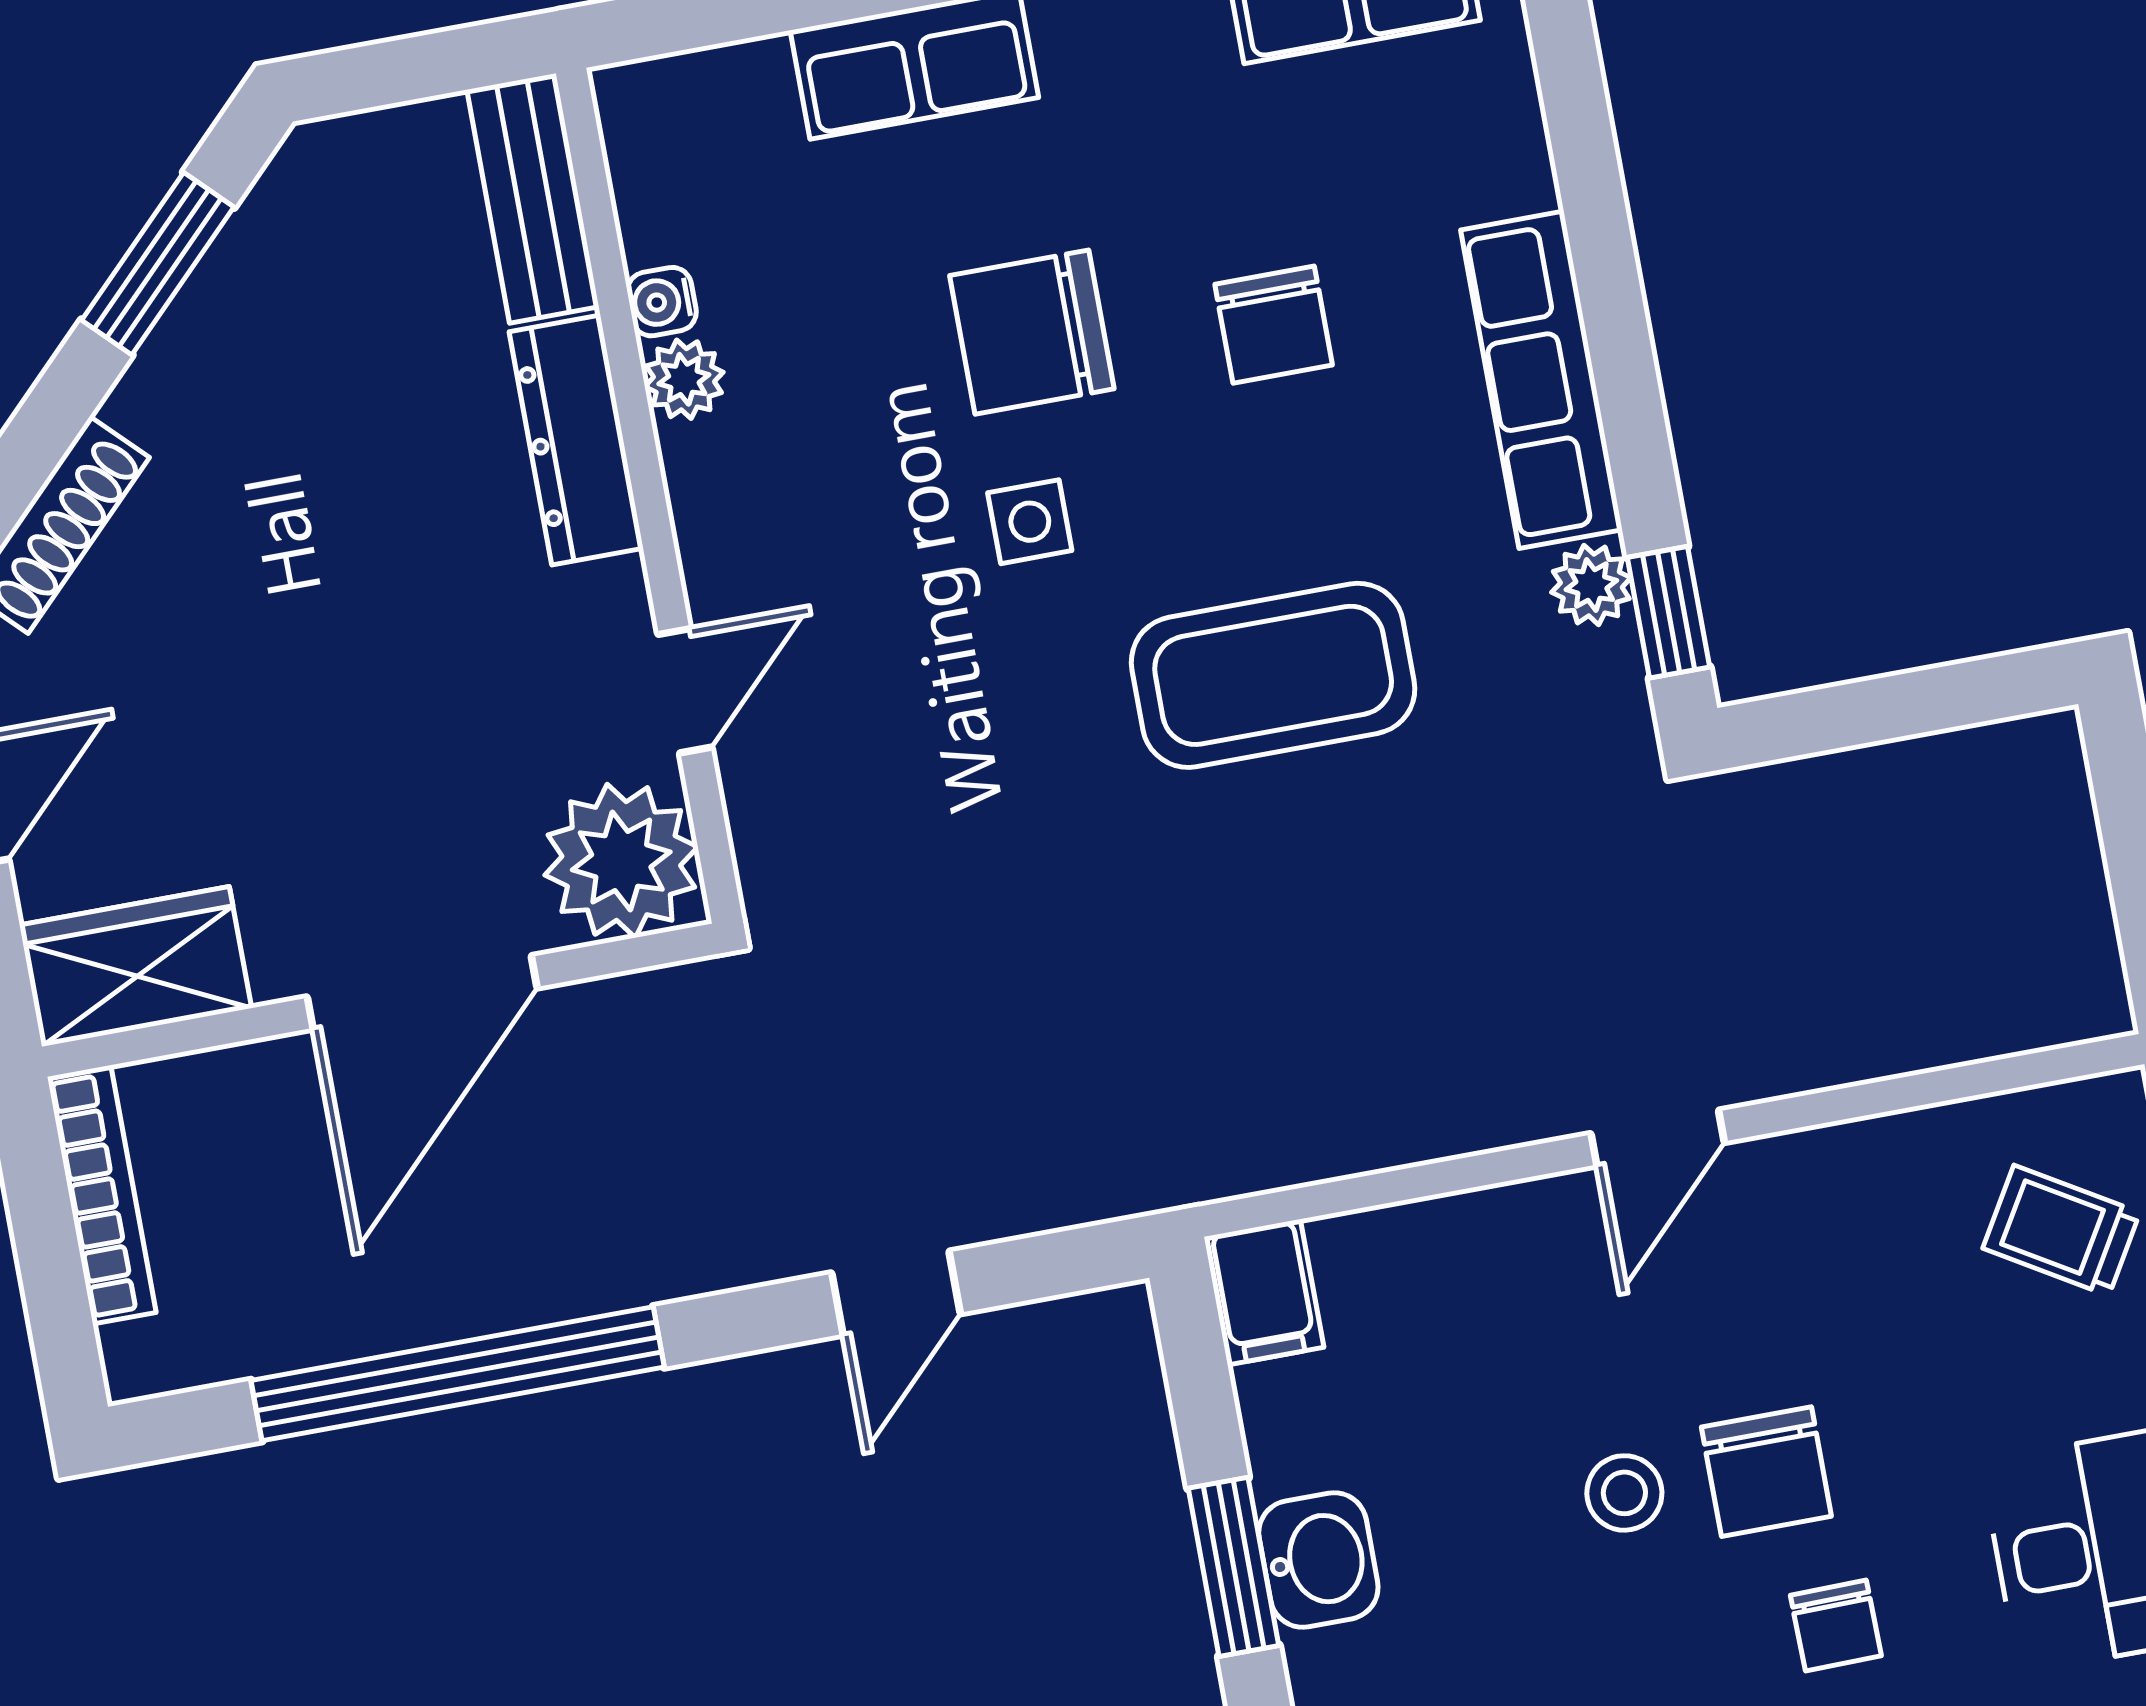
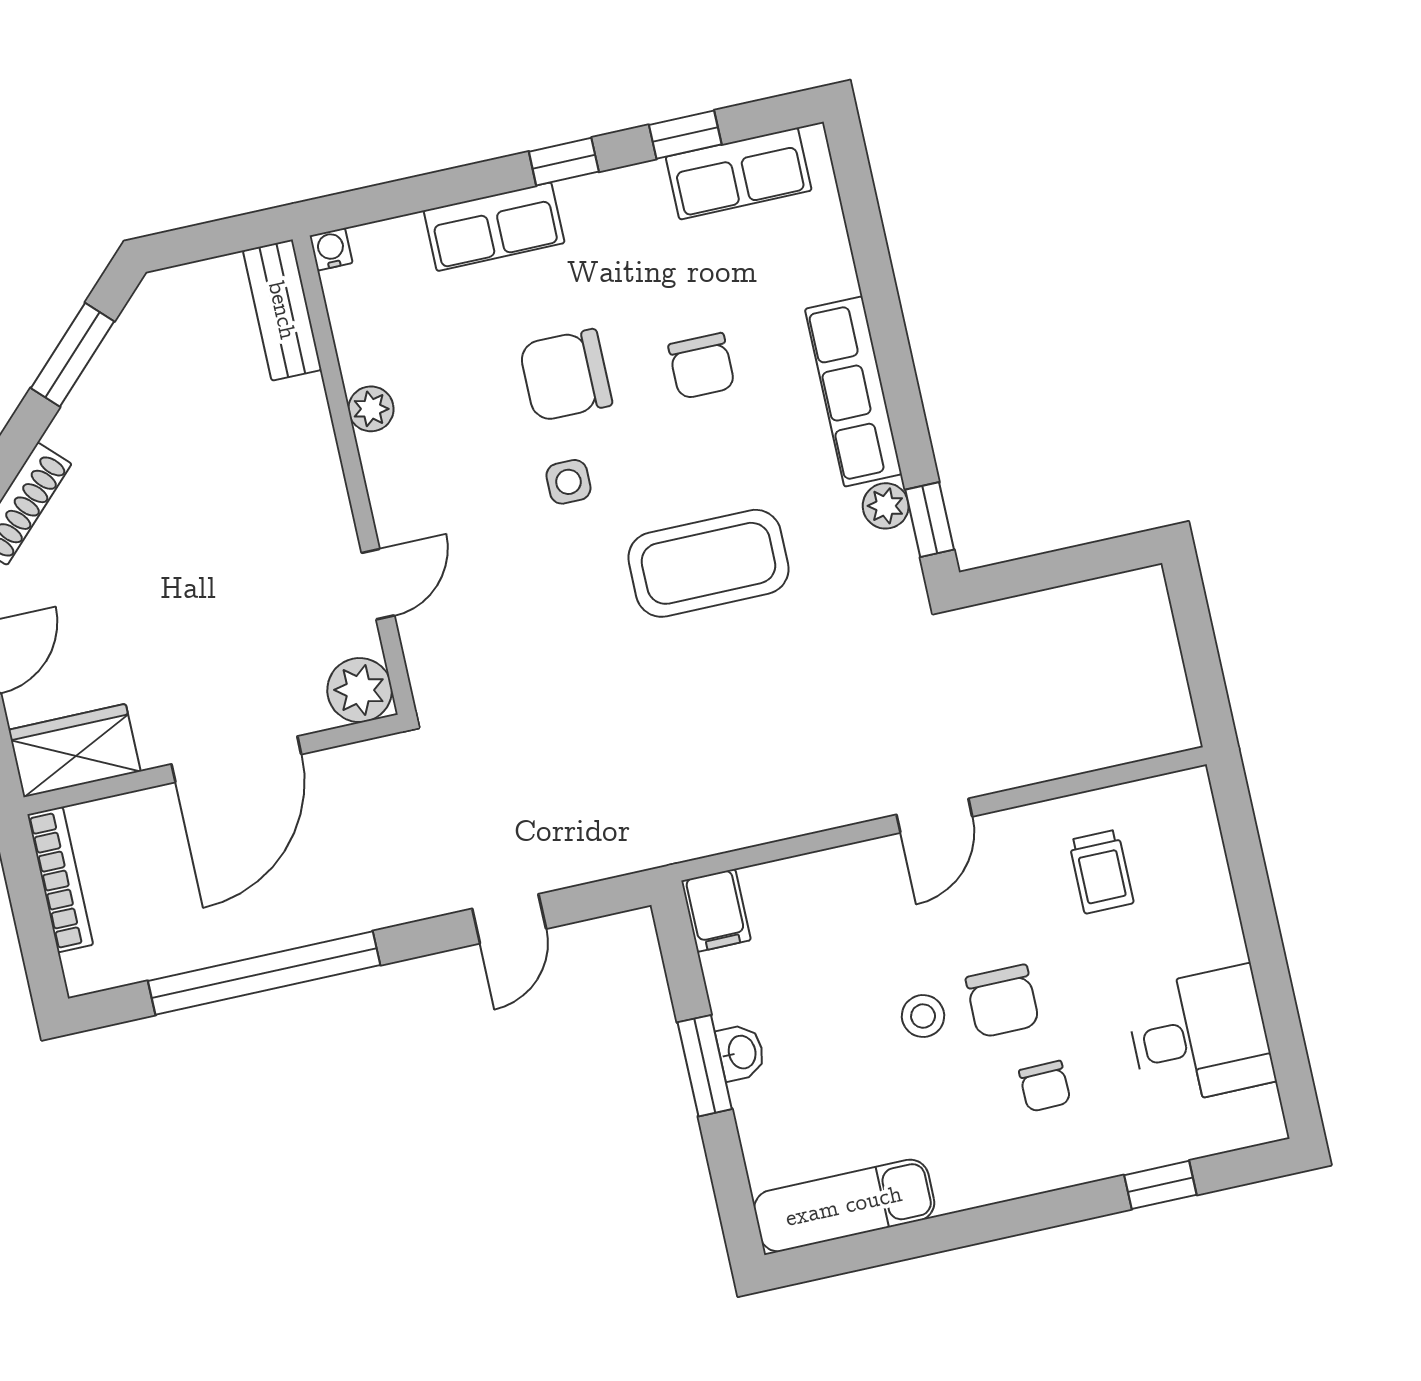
water cooler: (662, 302) -> (331, 249), moved, turned 90
dresser: (576, 440) -> (312, 445), removed
plant: (621, 861) -> (360, 690), width x0.73, depth x0.73
trolley: (2061, 1230) -> (1101, 872), moved, turned -121
washbasin: (1318, 1560) -> (741, 1052), width x0.72, depth x0.69

